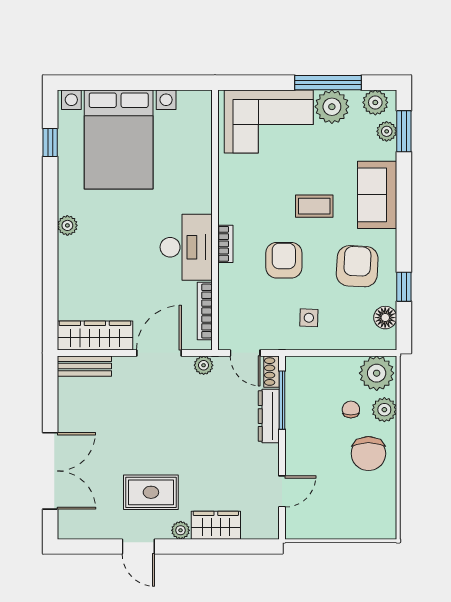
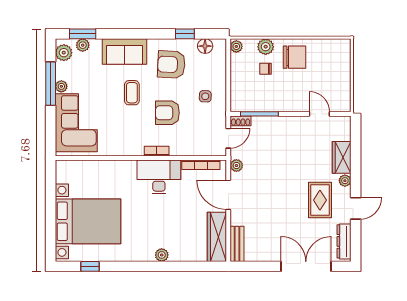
plant: (332, 107) -> (61, 86), width x0.53, depth x0.53
plant: (67, 225) -> (162, 255), moved
plant: (377, 373) -> (236, 46), width x0.53, depth x0.53
dresser: (269, 416) -> (344, 241), moved, turned 90

